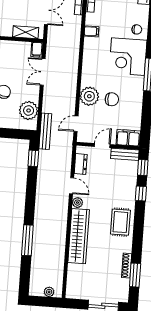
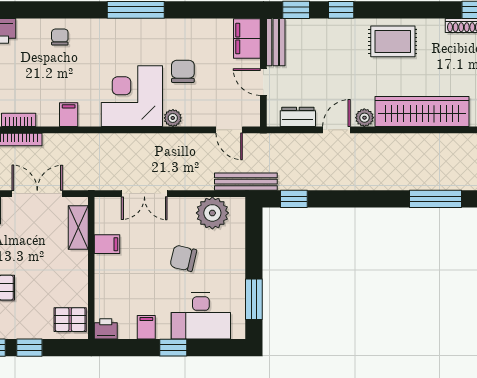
filing cabinet: (37, 50) -> (107, 244), moved
corner desk: (128, 57) -> (132, 96), moved, turned 180
plant: (89, 96) -> (173, 118), width x0.53, depth x0.53

